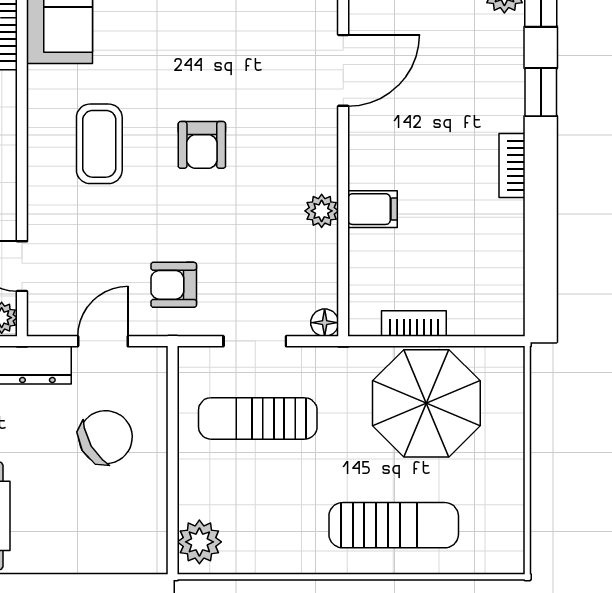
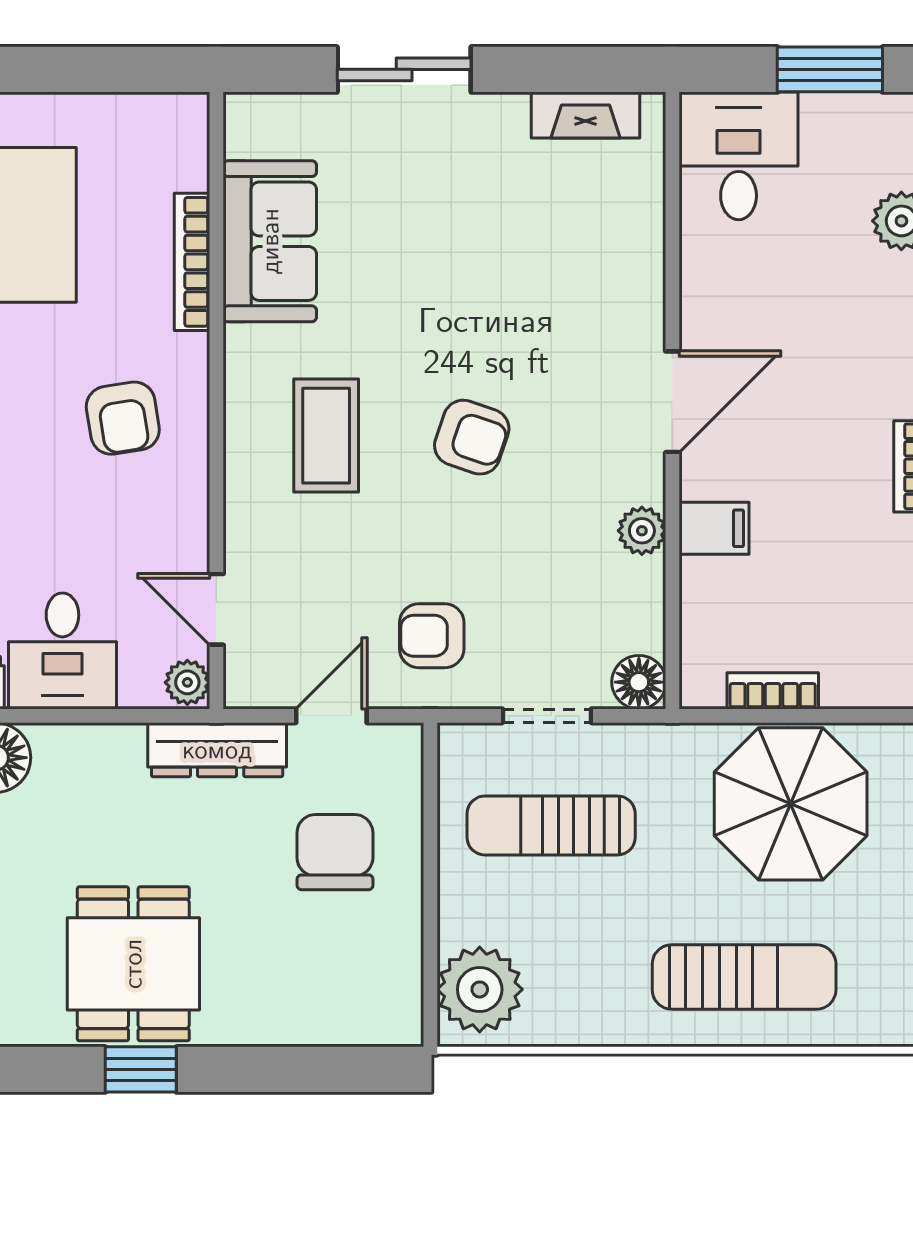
door: (343, 70) -> (672, 402), moved
armchair: (202, 145) -> (472, 437), turned -71
floor lamp: (325, 323) -> (639, 682), width x1.37, depth x1.37
chair: (106, 437) -> (335, 852), turned -60
plant: (199, 542) -> (480, 989), width x1.36, depth x1.36

